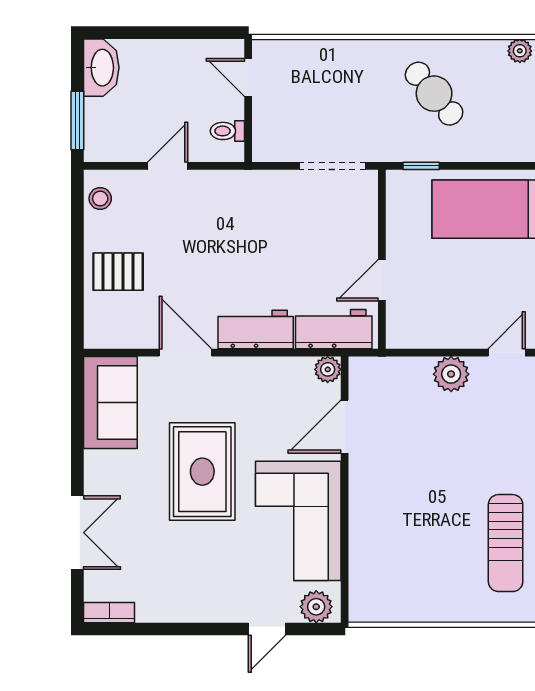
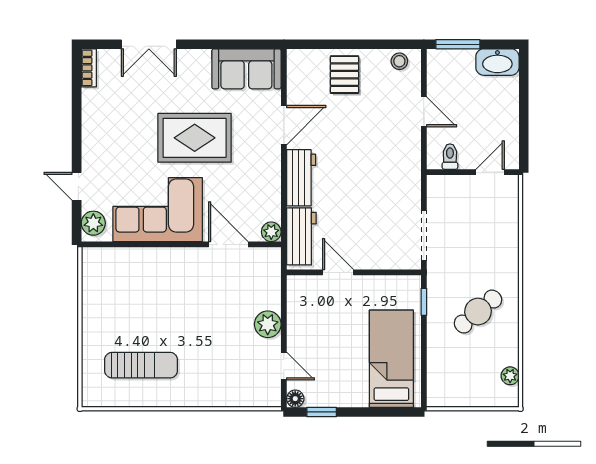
sun lounger: (506, 543) -> (141, 365), turned 180

